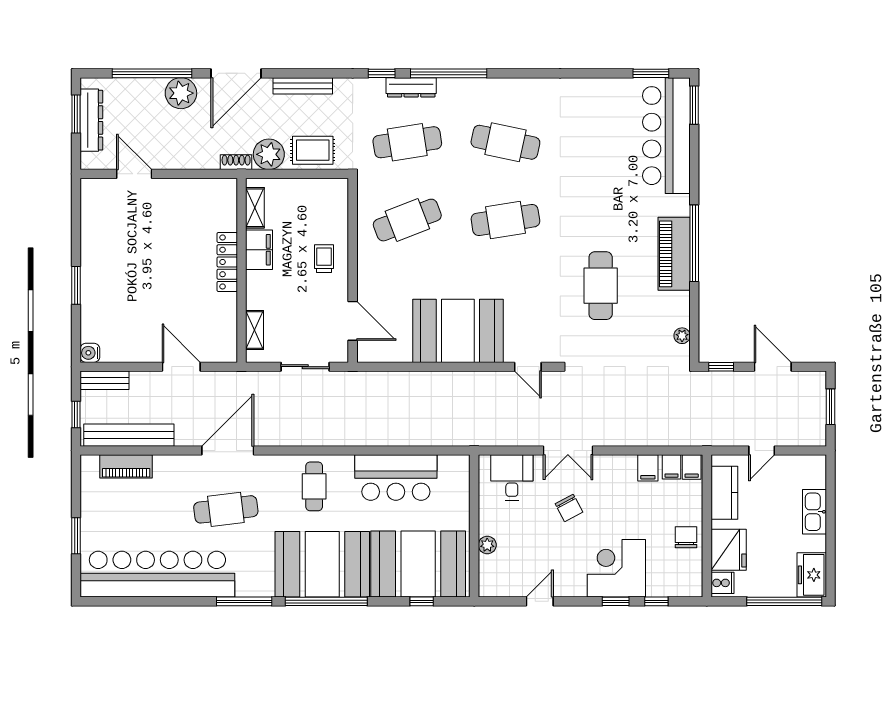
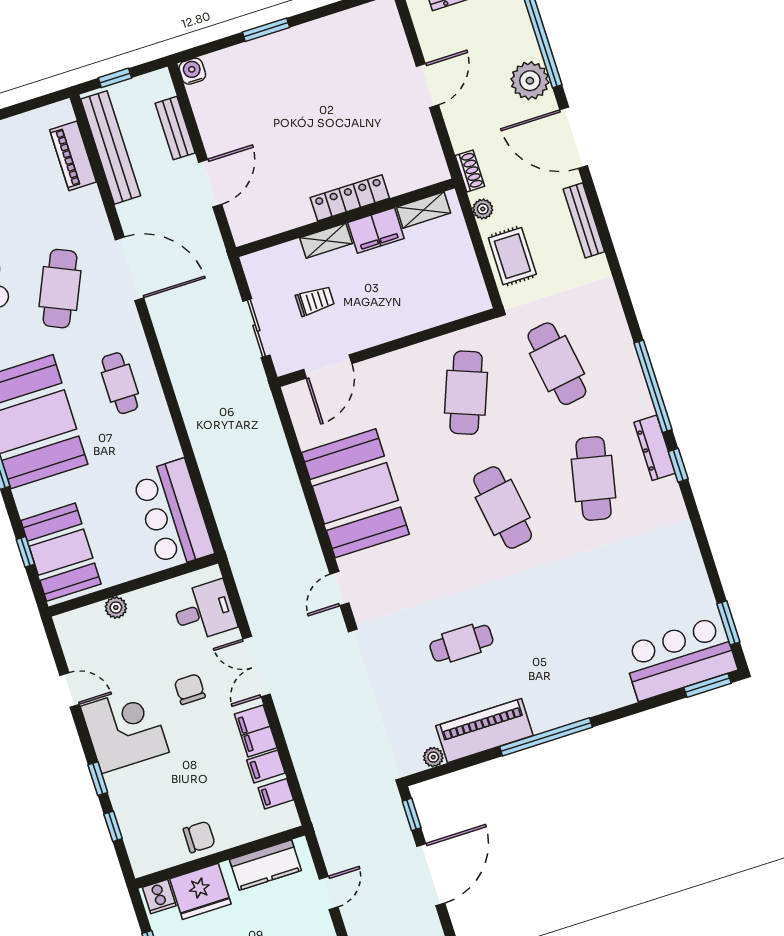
window: (382, 73) -> (678, 465), moved
dresser: (411, 87) -> (655, 448), moved
bar counter: (666, 136) -> (680, 658), width x0.73
plant: (269, 154) -> (483, 209), width x0.53, depth x0.53
door: (134, 174) -> (427, 86), moved
cafe table: (407, 220) -> (466, 393), turned 42
piano: (674, 254) -> (484, 731), moved
trolley: (324, 259) -> (315, 301), moved
cafe table: (601, 286) -> (461, 643), width x0.73, depth x0.74
shelving: (255, 330) -> (326, 241), moved
door: (773, 367) -> (431, 875), width x1.36
bench: (105, 380) -> (175, 128), moved
door: (762, 451) -> (329, 893), swing flipped
filing cabinet: (692, 467) -> (256, 731), moved, width x2.00
bar counter: (396, 478) -> (173, 514), moved
cafe table: (314, 486) -> (120, 383), turned 90
chair: (569, 508) -> (190, 689), turned 118
cafe table: (226, 509) -> (60, 289), turned 31
booth: (418, 564) -> (61, 552), width x0.73, depth x0.70
corner desk: (616, 568) -> (125, 729), moved

